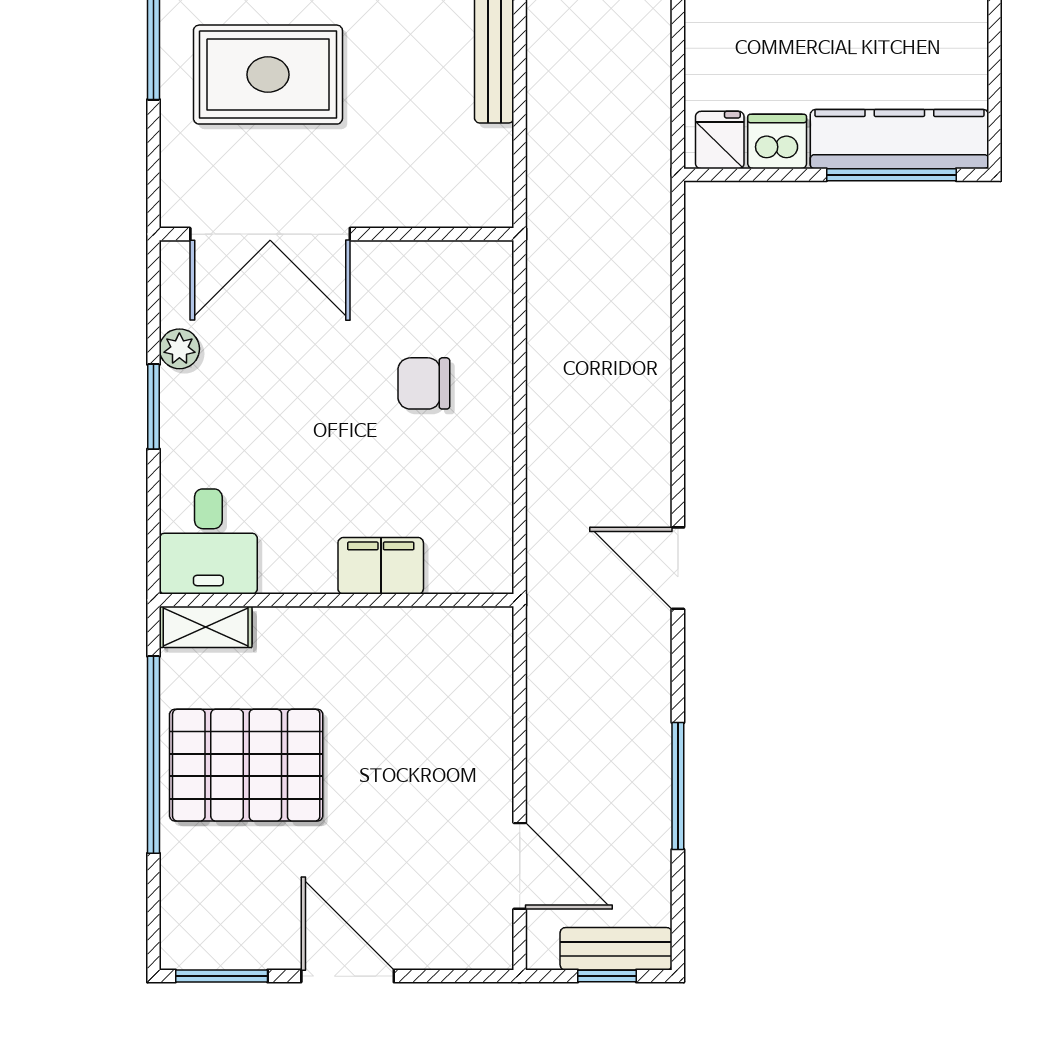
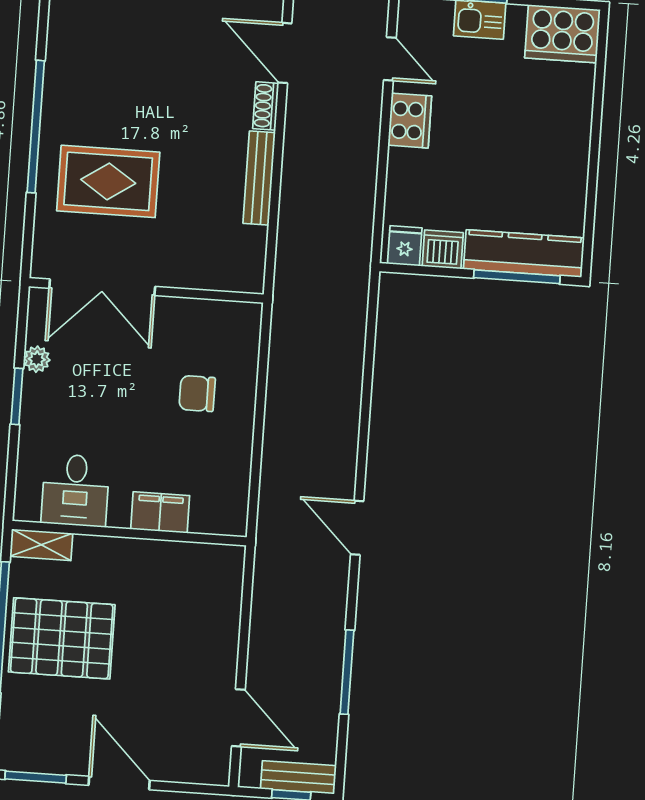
desk: (208, 541) -> (75, 490), moved

